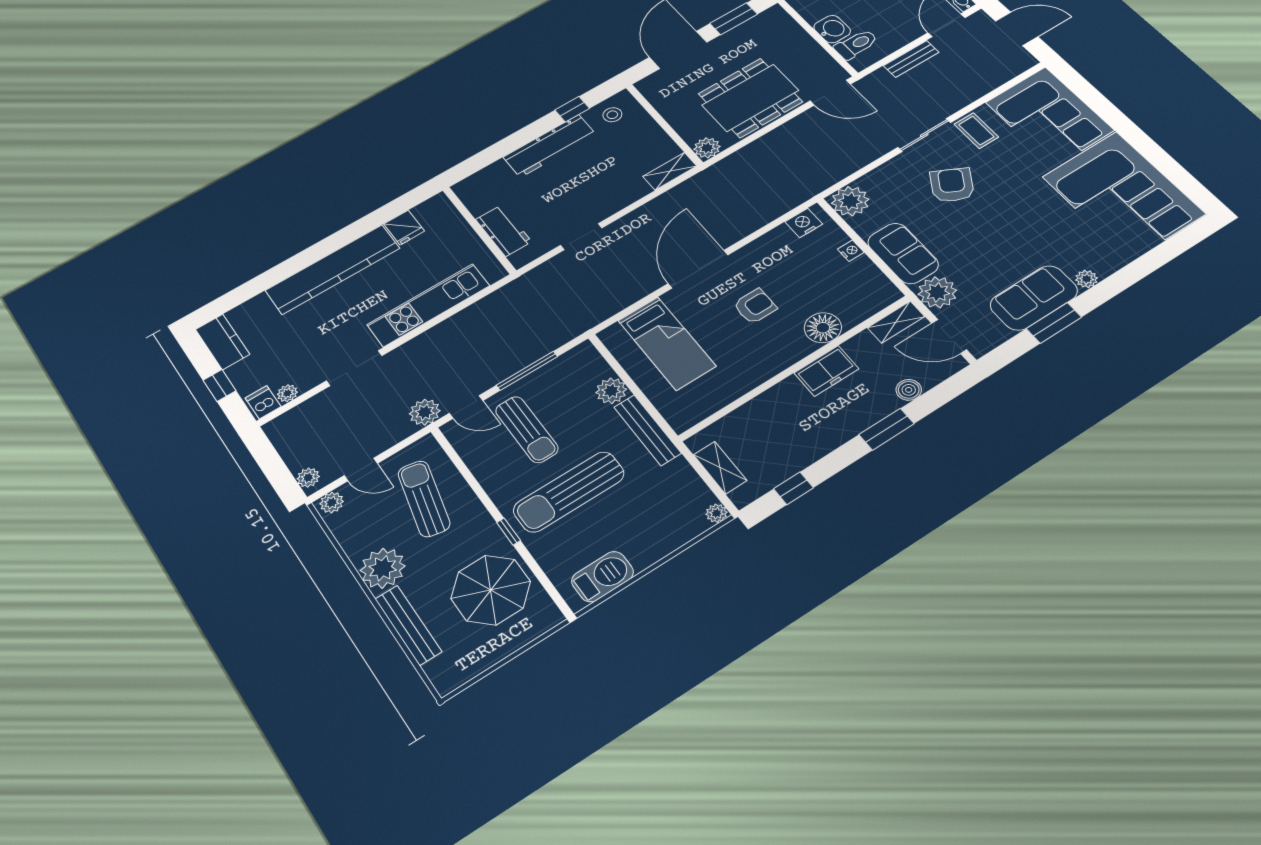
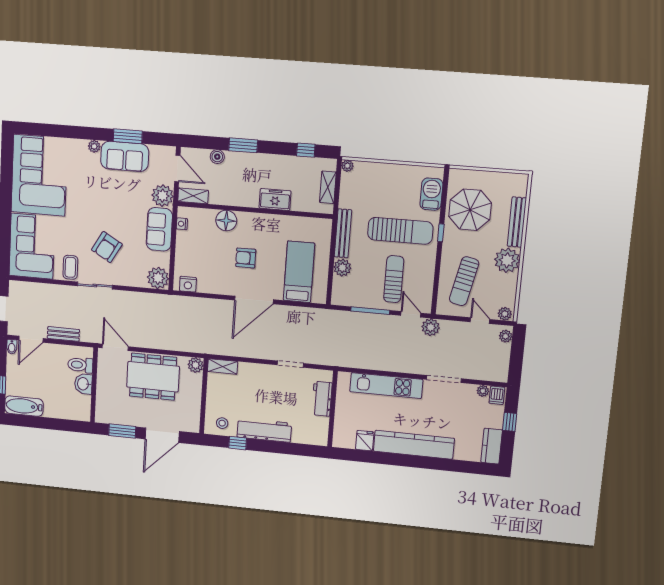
nightstand: (851, 251) -> (182, 224), moved
freezer: (826, 371) -> (275, 200), moved
barbecue: (603, 577) -> (431, 194), moved, turned 90

